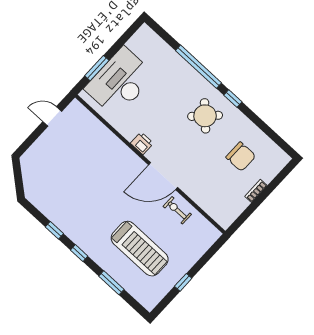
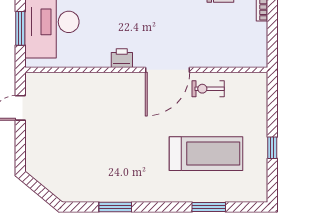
window: (54, 230) -> (115, 207), width x1.50
window: (79, 253) -> (156, 207), removed

